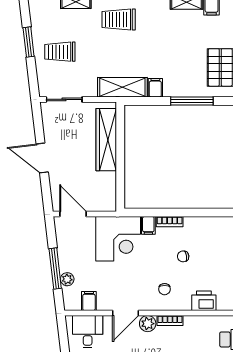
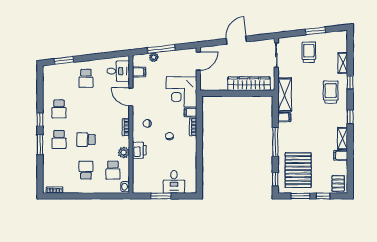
plant: (148, 324) -> (124, 152), moved

